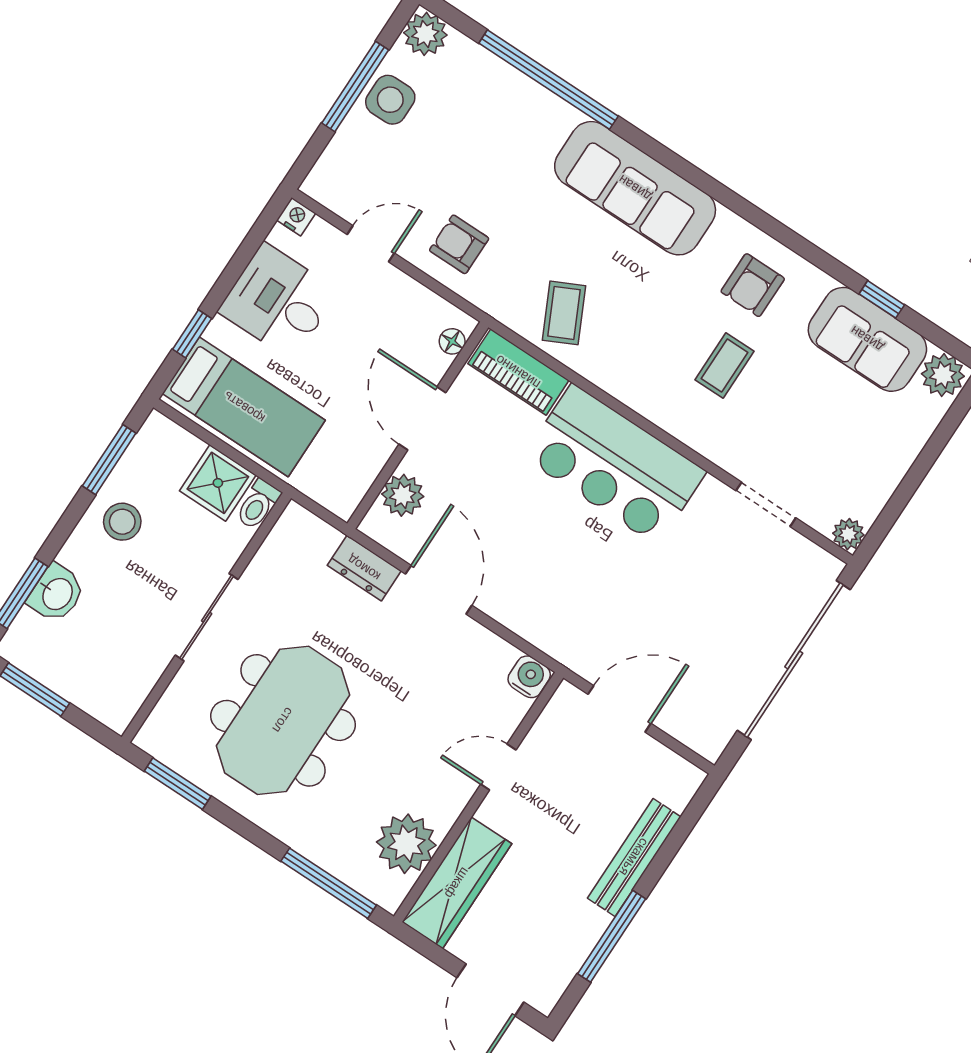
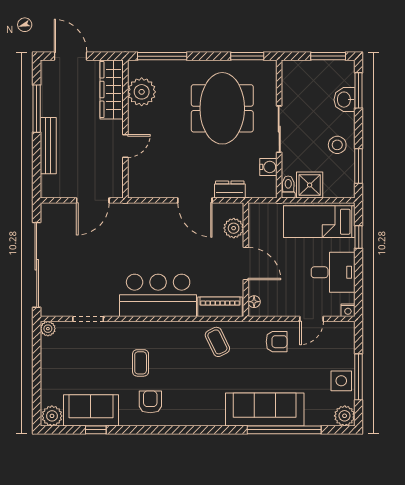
sofa: (635, 188) -> (265, 410), moved
water cooler: (529, 677) -> (268, 167), moved, turned -90

